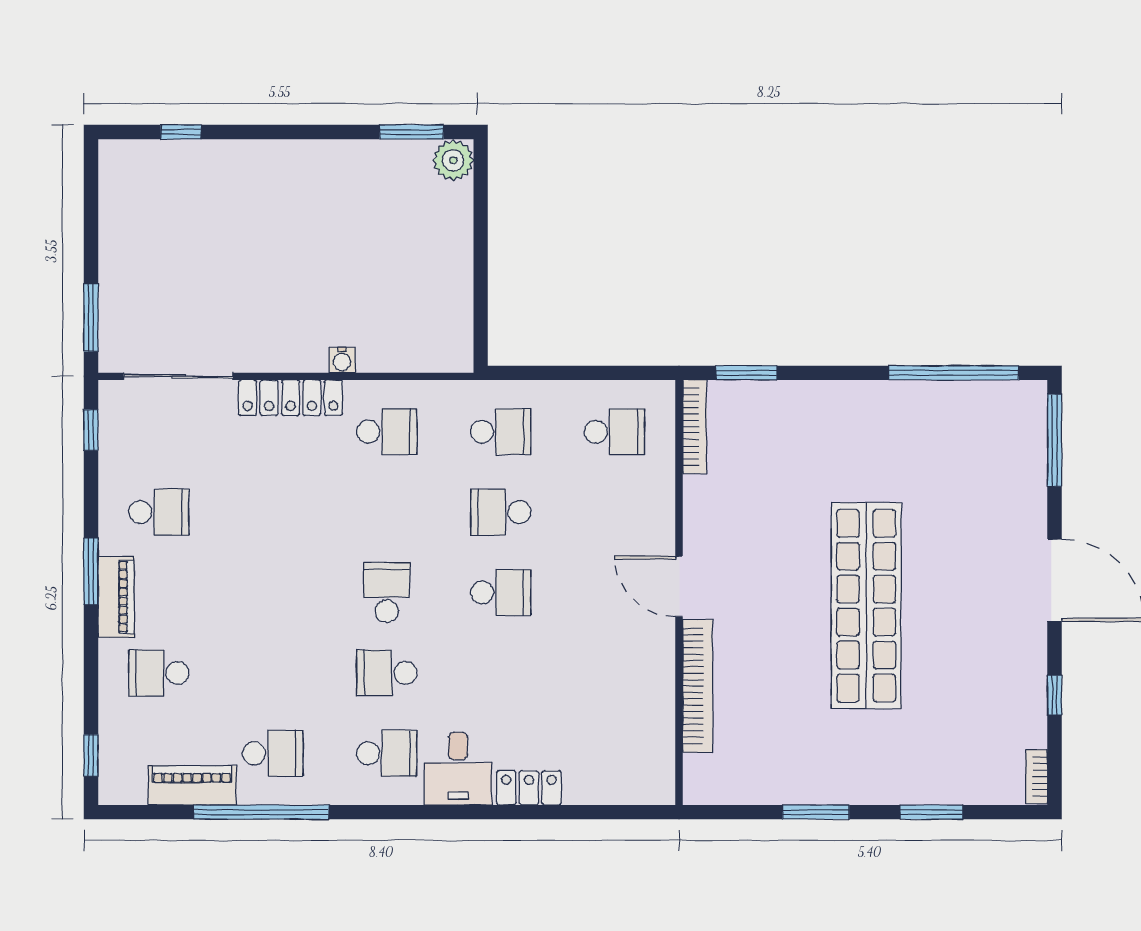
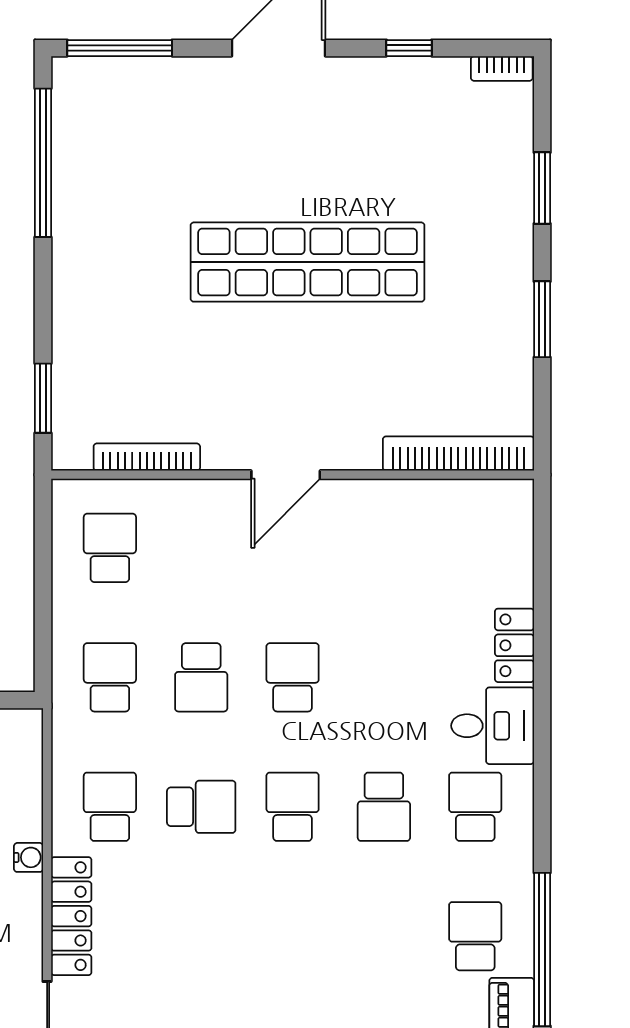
bookcase: (695, 427) -> (147, 457), moved
school desk: (387, 512) -> (201, 807), added
school desk: (387, 593) -> (293, 807), turned 90
bookcase: (698, 686) -> (458, 454), moved

